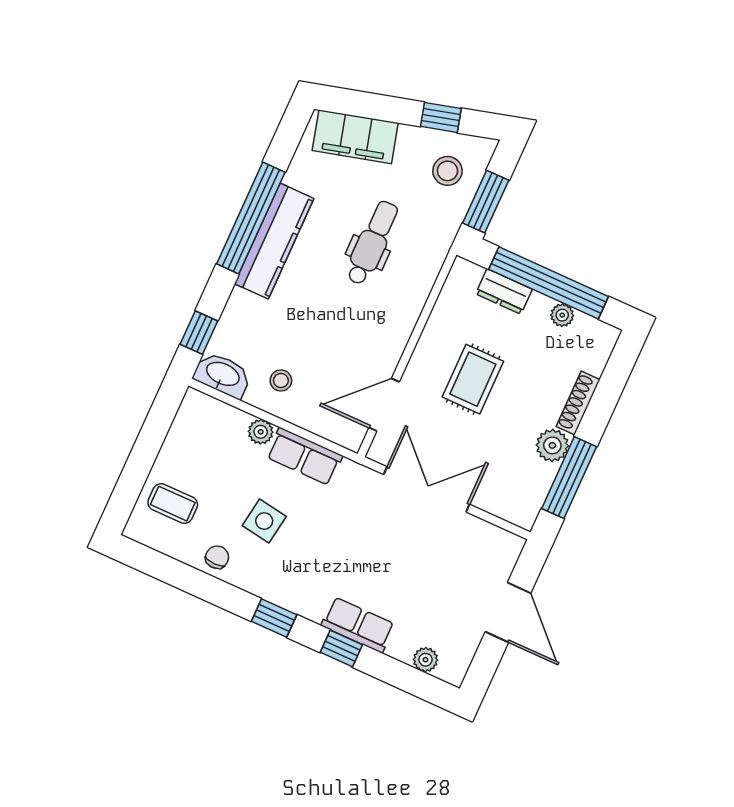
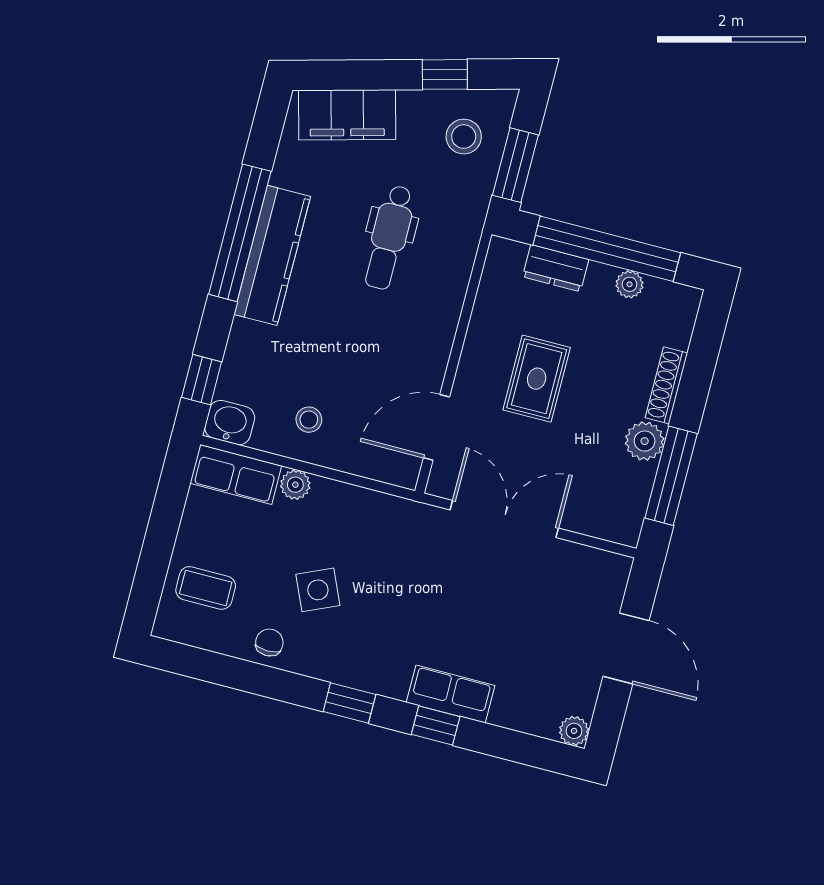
dental chair: (372, 243) -> (389, 237), turned 180
washbasin: (222, 375) -> (230, 423), width x0.72
row of seats: (304, 456) -> (236, 474), moved
side table: (264, 521) -> (318, 590), turned -33
plant: (426, 660) -> (574, 731), moved

